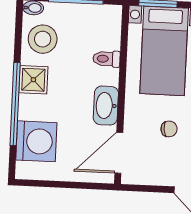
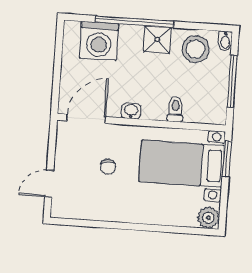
washbasin: (106, 106) -> (131, 111), width x0.52, depth x0.69
door: (119, 153) -> (86, 119), hinge flipped

